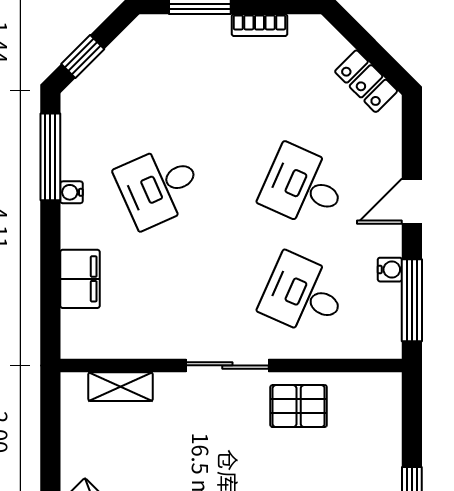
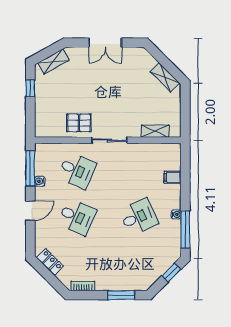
bookcase: (260, 25) -> (83, 286), moved
filing cabinet: (80, 279) -> (173, 177), width x0.50

